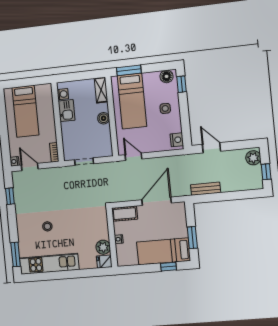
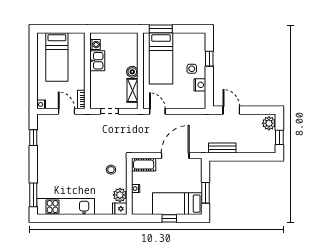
floor lamp: (167, 76) -> (196, 39), removed
window: (182, 84) -> (209, 59), moved
shelving: (101, 90) -> (132, 90), moved
nightstand: (177, 140) -> (200, 85), moved
door: (30, 167) -> (67, 111), moved
stool: (47, 226) -> (111, 170), moved
window: (168, 267) -> (169, 218), moved

